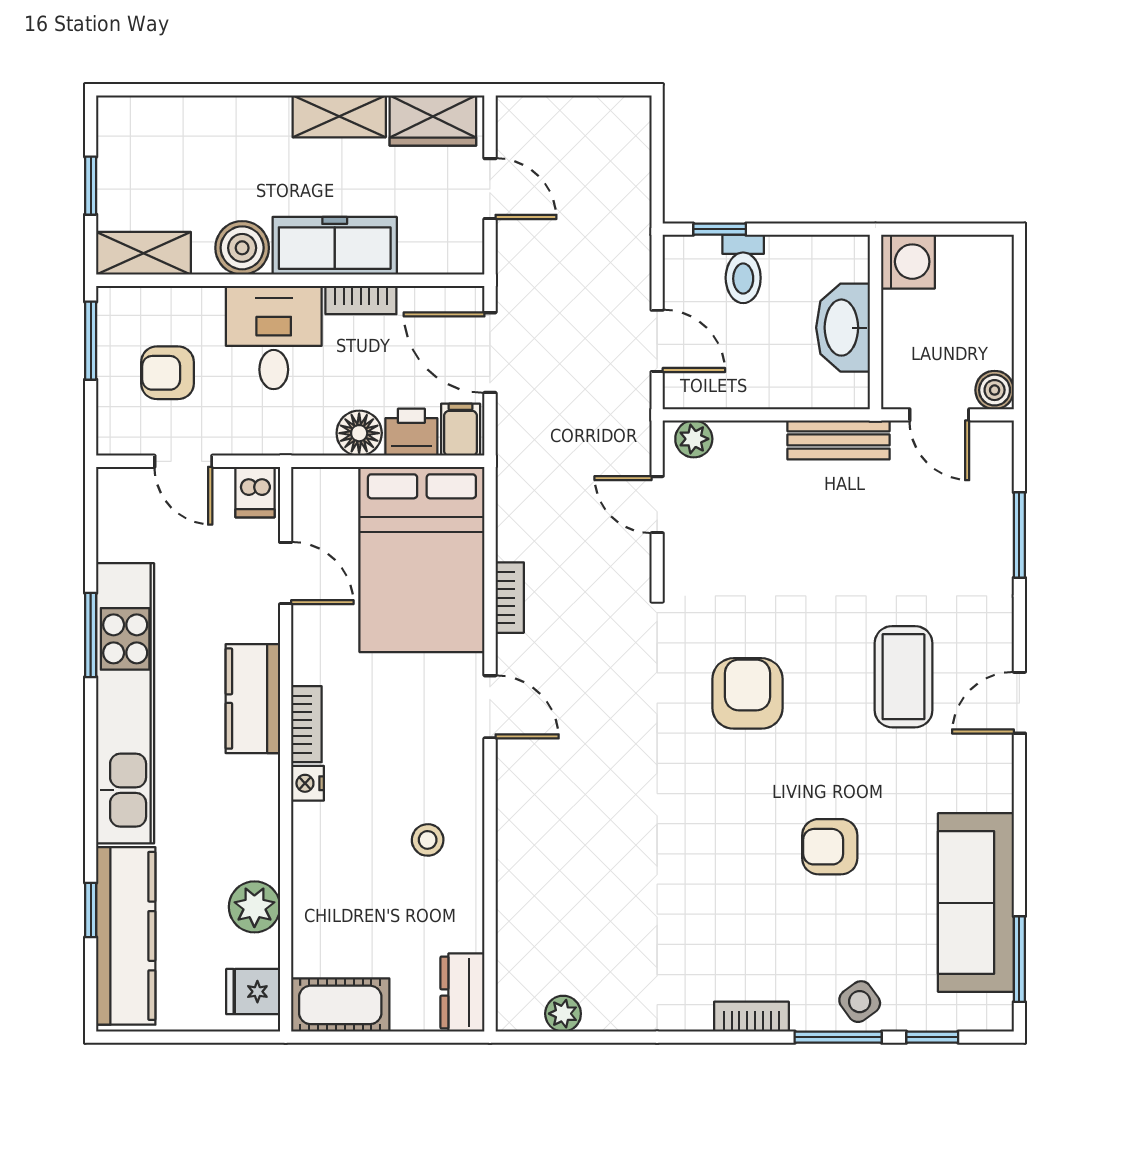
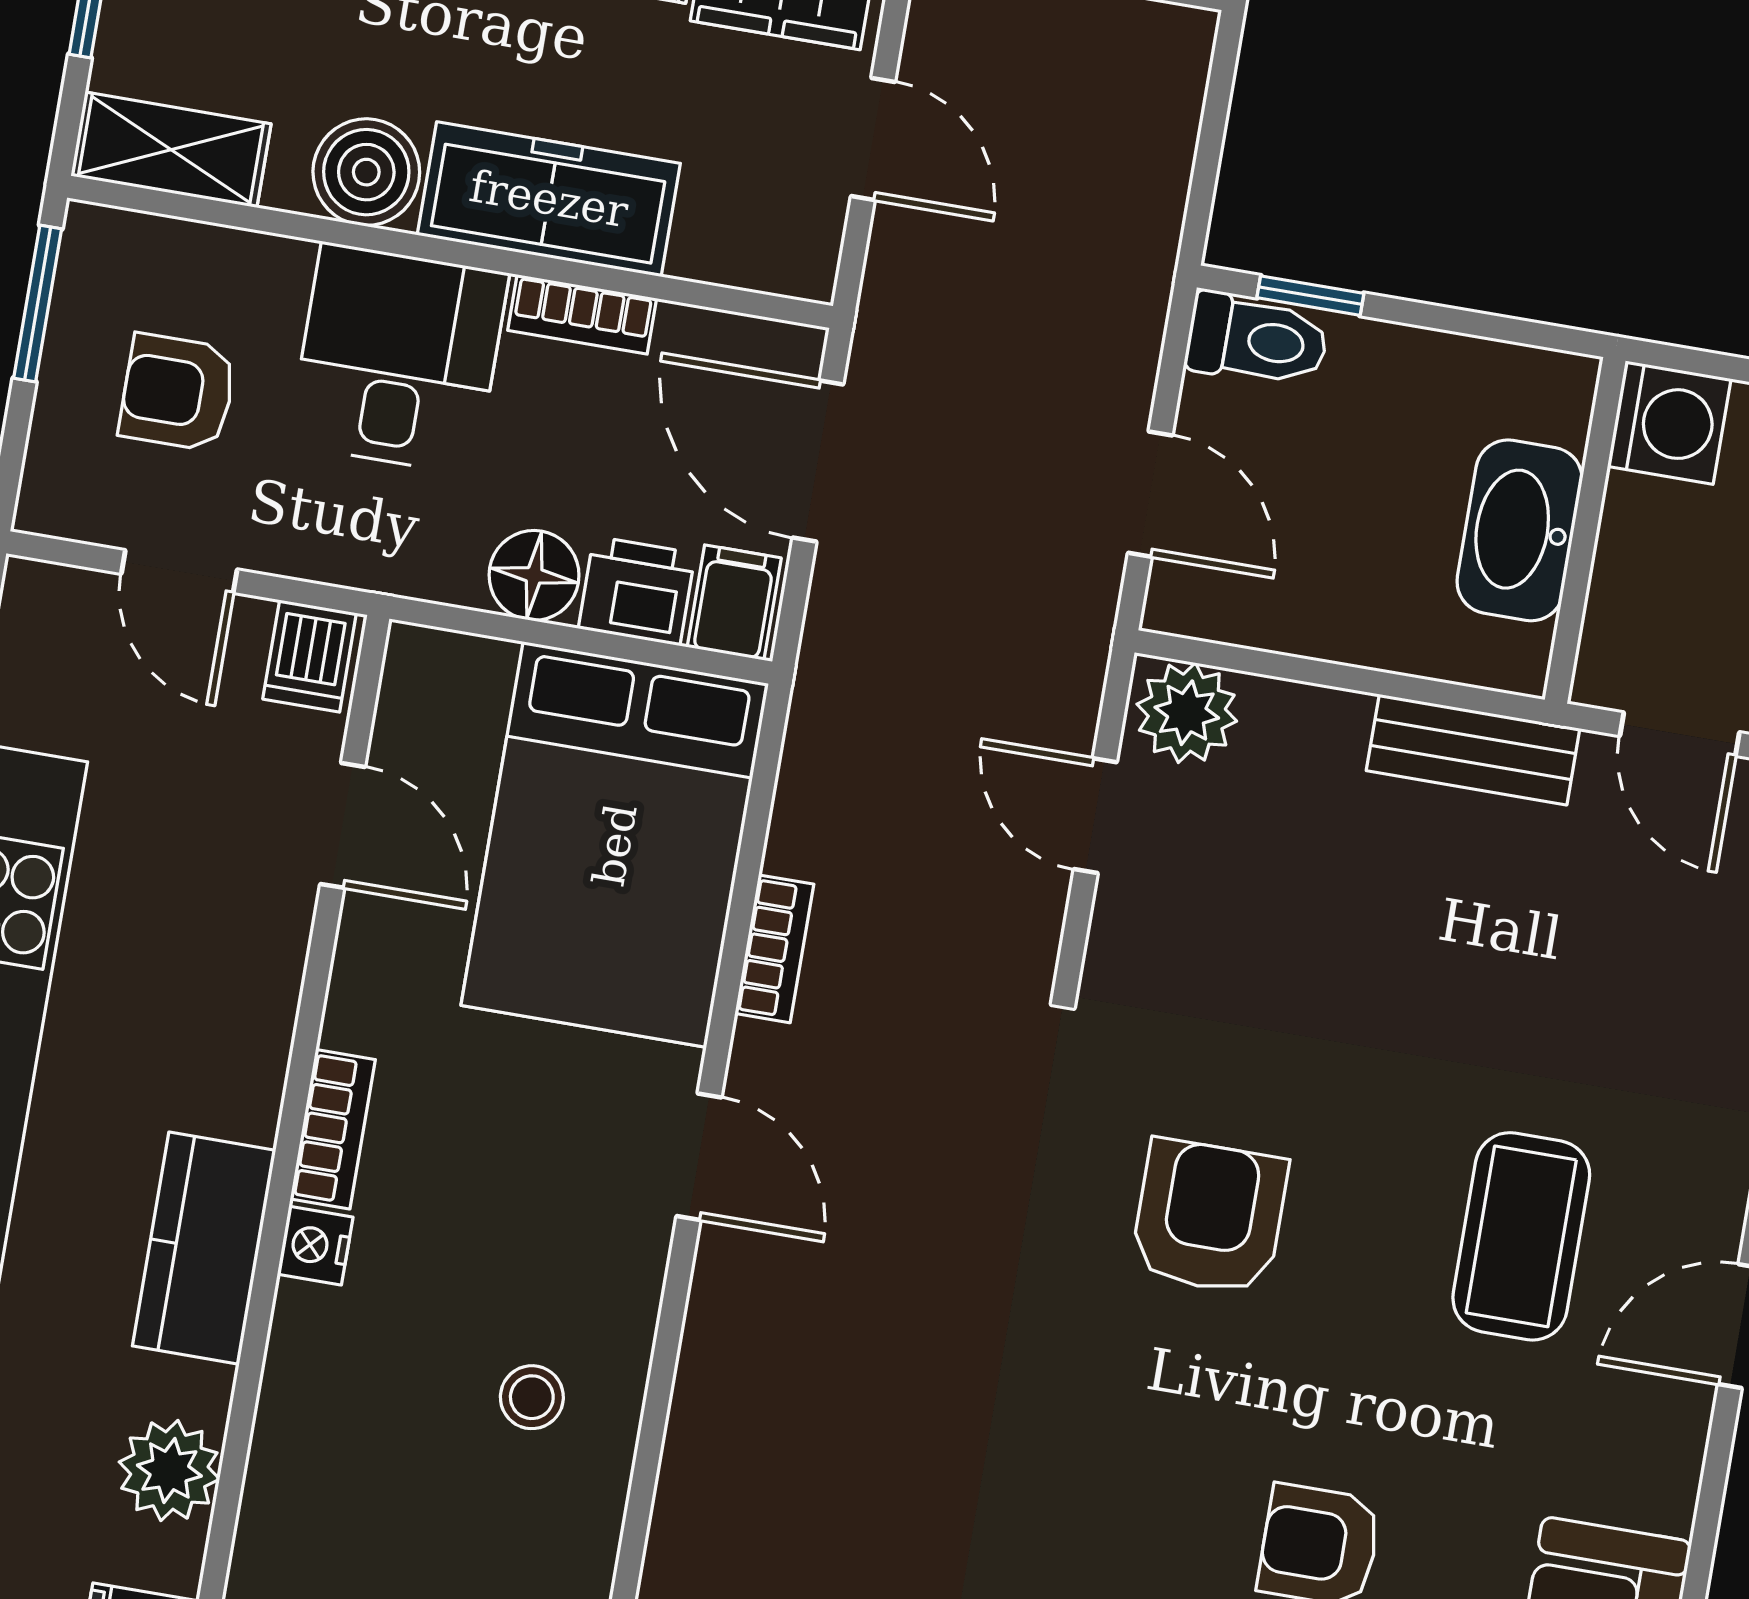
toilet: (743, 269) -> (1257, 340), moved, turned -90
plant: (694, 439) -> (1187, 713), width x1.38, depth x1.38
kitchen counter: (253, 699) -> (204, 1248), moved

